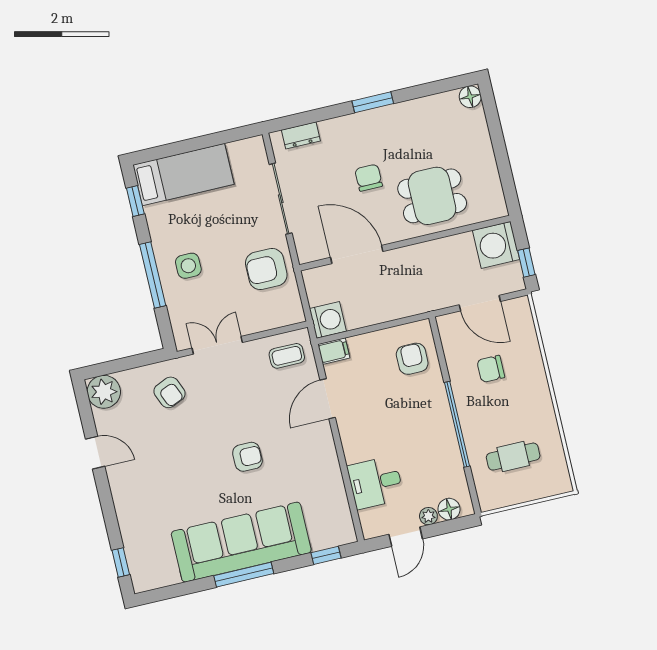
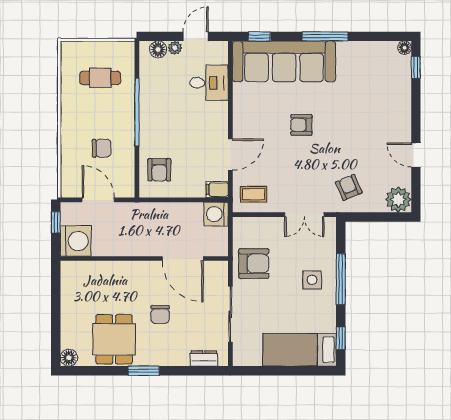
dining table: (432, 196) -> (114, 339), moved, turned 90
sofa: (241, 542) -> (284, 61), moved
floor lamp: (141, 584) -> (404, 48), added

